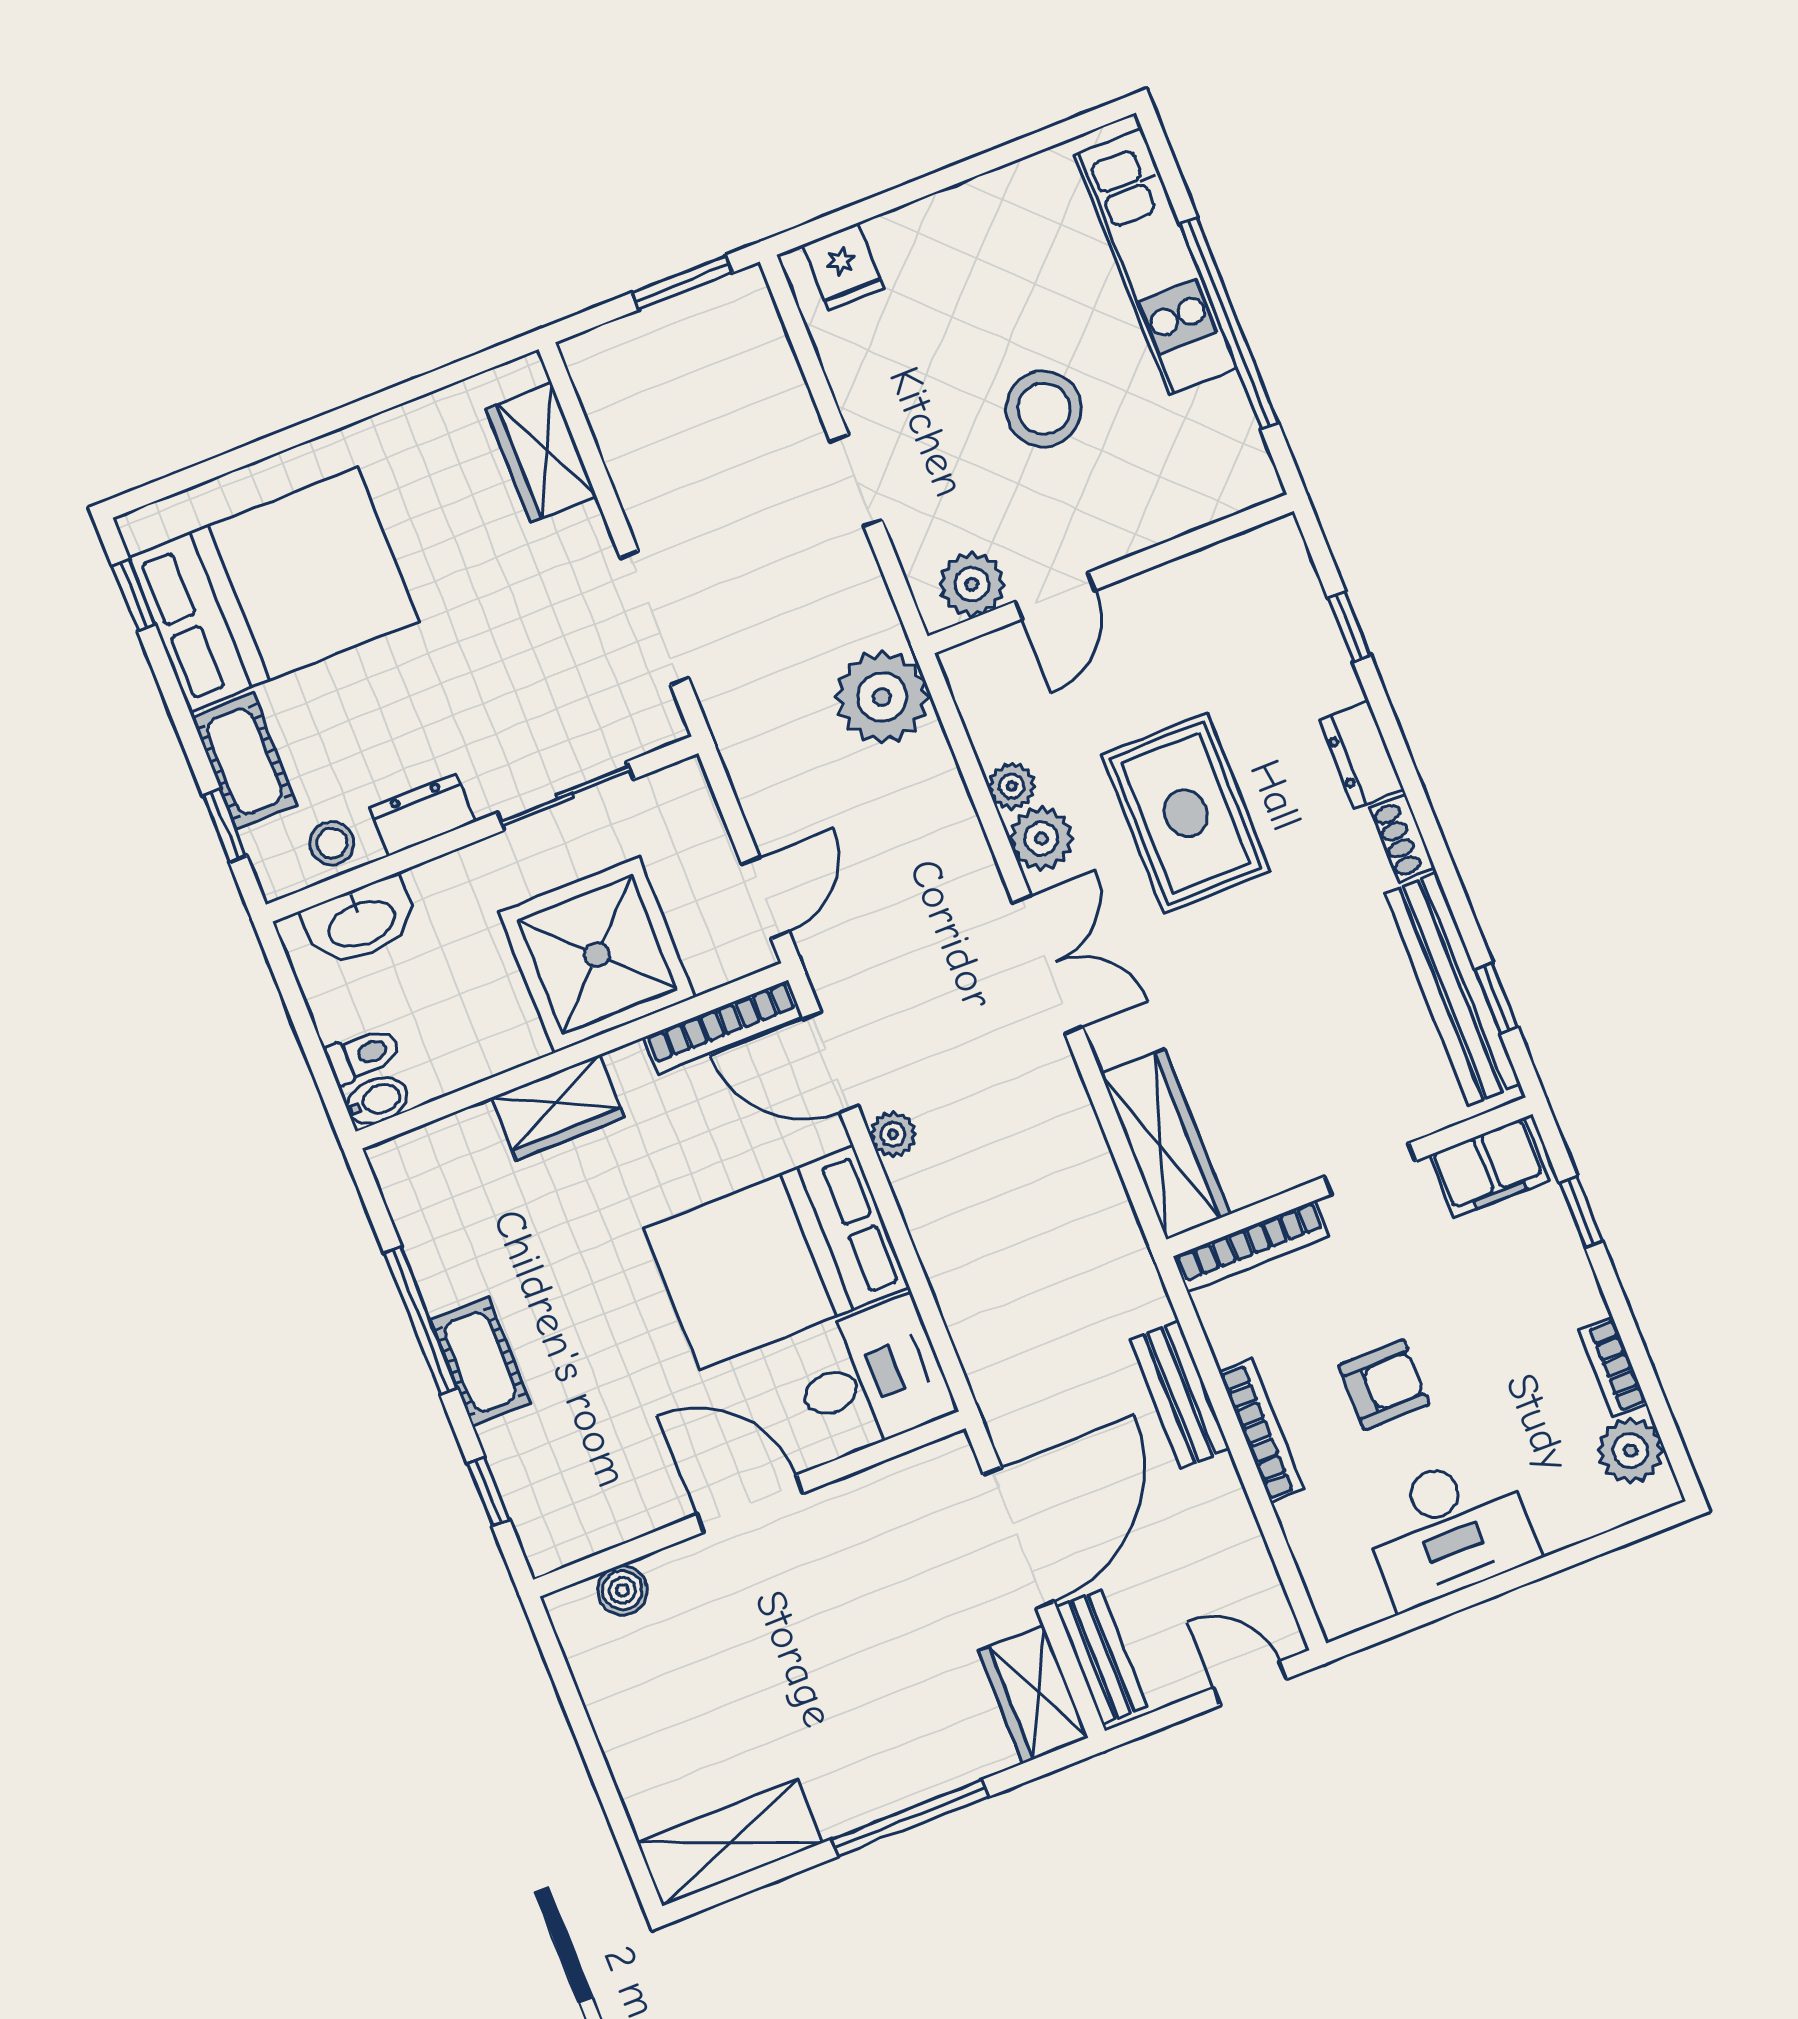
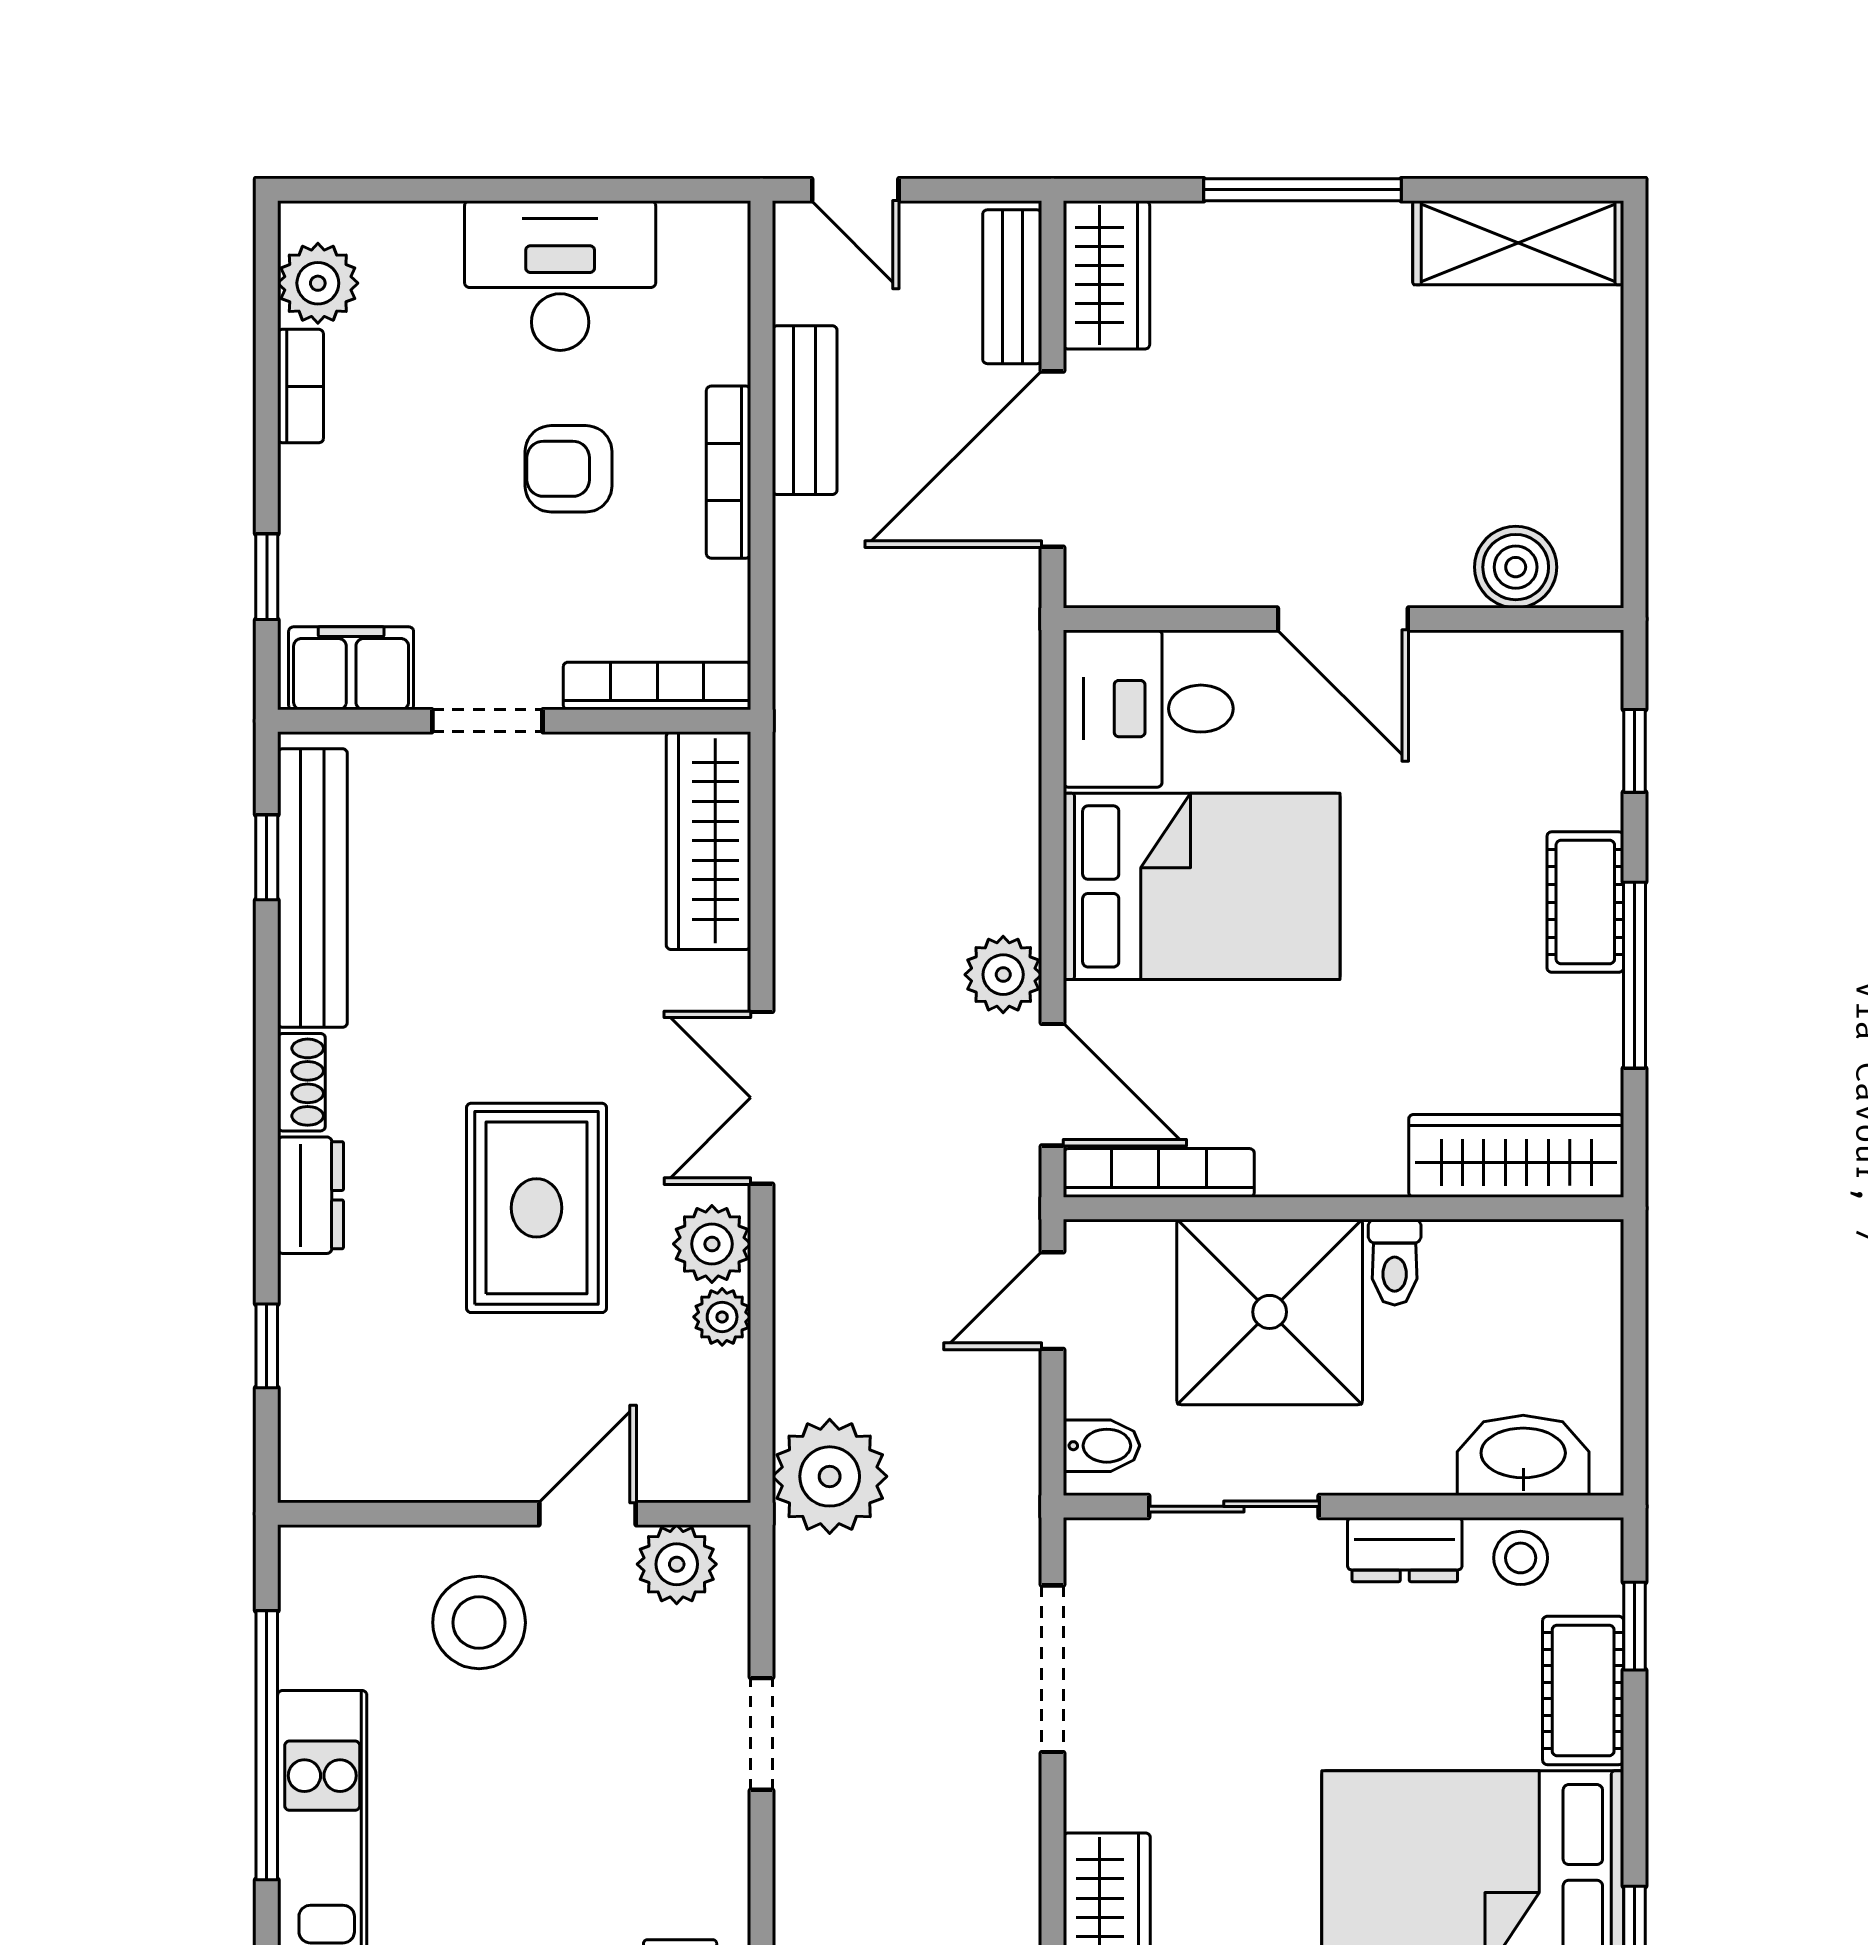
stool: (1044, 409) -> (479, 1623), moved
toilet: (363, 1055) -> (1395, 1262), moved, turned -90
bidet: (377, 1101) -> (1102, 1446), moved, turned 180
wardrobe: (558, 1108) -> (1516, 1156), moved, width x1.50
plant: (893, 1134) -> (1003, 975), width x1.38, depth x1.38
bench: (1180, 1394) -> (805, 410), moved
boiler: (622, 1590) -> (1516, 567), width x1.36, depth x1.36

